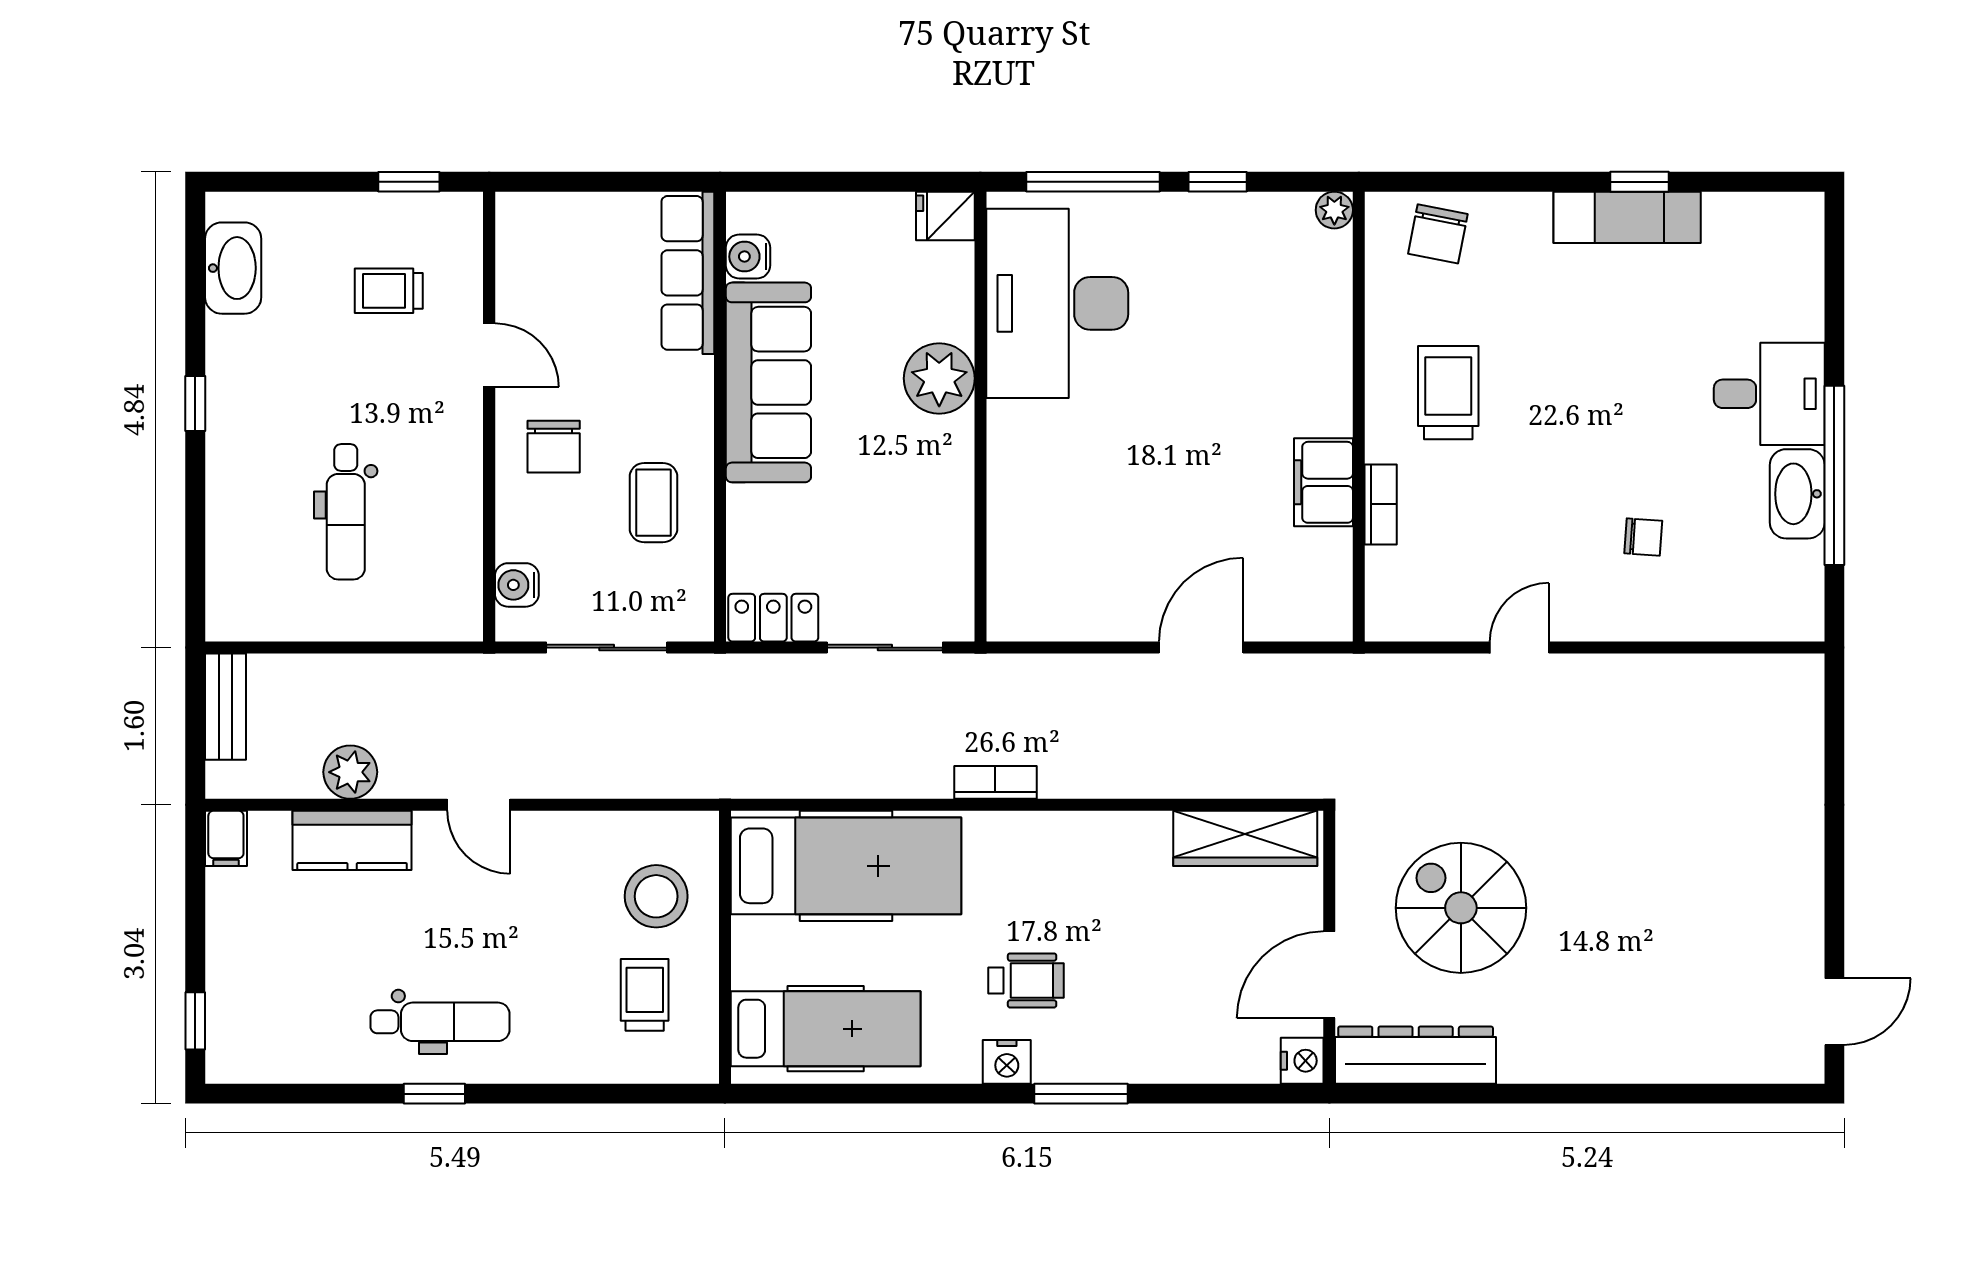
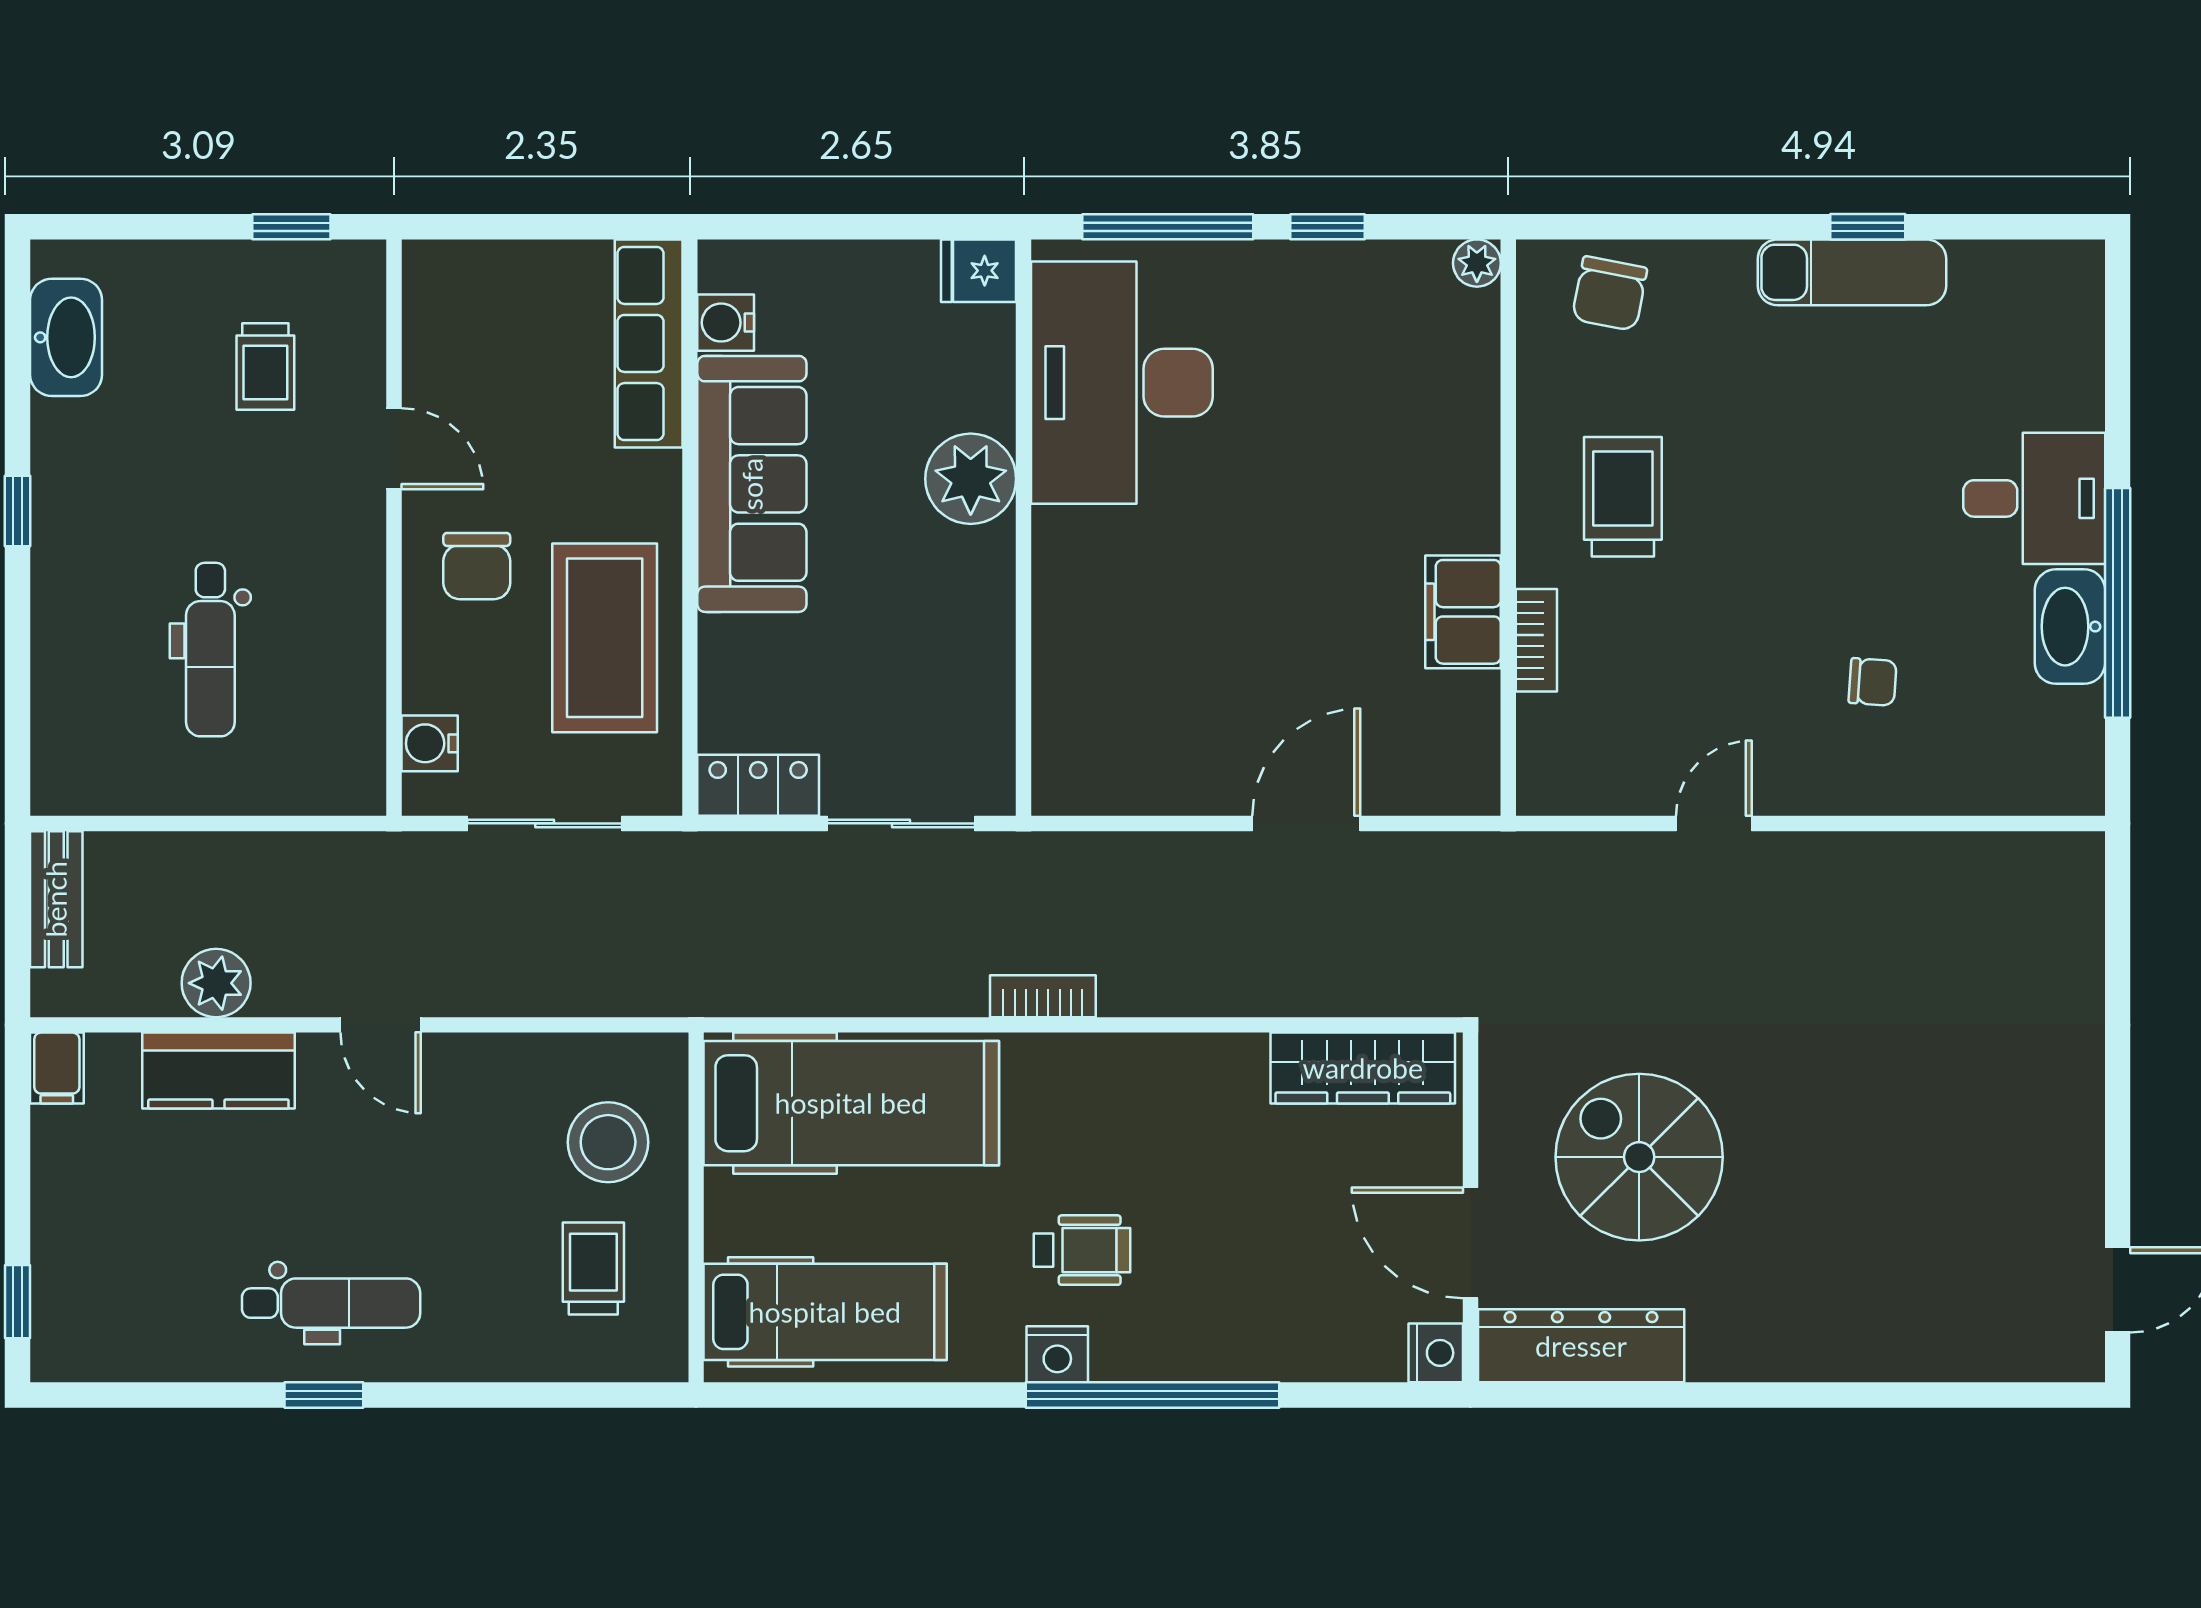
trolley: (389, 291) -> (265, 367), turned -90
coffee table: (654, 503) -> (605, 638), width x1.86, depth x1.72
door: (1329, 975) -> (1470, 1243), hinge flipped
window: (1081, 1094) -> (1152, 1395), width x2.11

